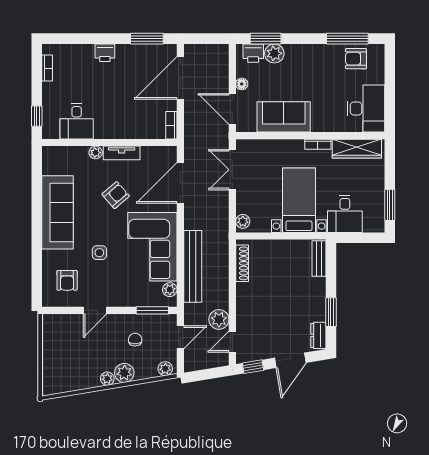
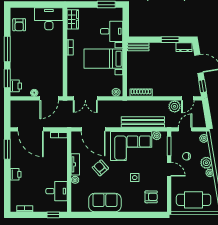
window: (347, 39) -> (7, 49), moved
plant: (274, 53) -> (16, 73), removed
sofa: (284, 117) -> (54, 68), removed
wardrobe: (357, 149) -> (73, 19), width x0.67
sofa: (58, 212) -> (105, 203), width x0.73
door: (95, 310) -> (169, 169), moved
door: (180, 337) -> (185, 129), hinge flipped
door: (232, 342) -> (188, 98), hinge flipped
cafe table: (62, 351) -> (194, 200), added

